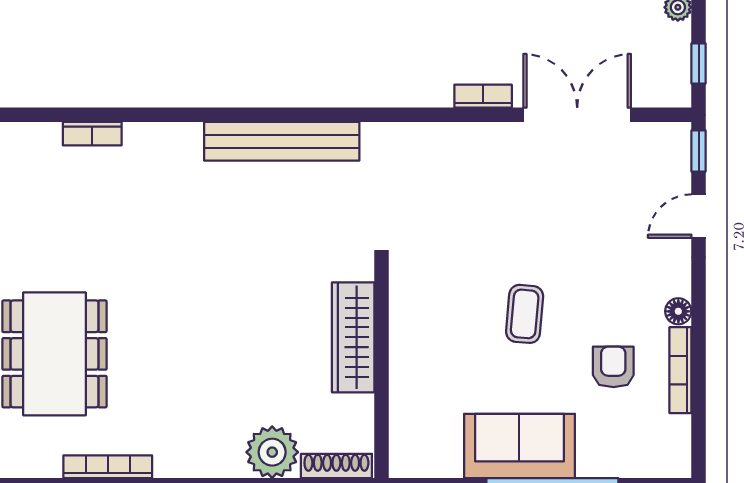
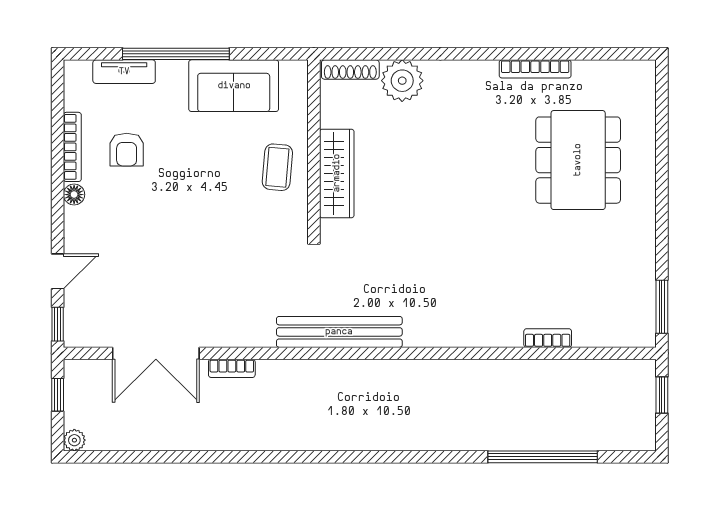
bench: (282, 141) -> (339, 332), moved
coffee table: (525, 314) -> (277, 167), moved
sofa: (519, 446) -> (234, 86), moved
tv unit: (616, 463) -> (124, 72), added

